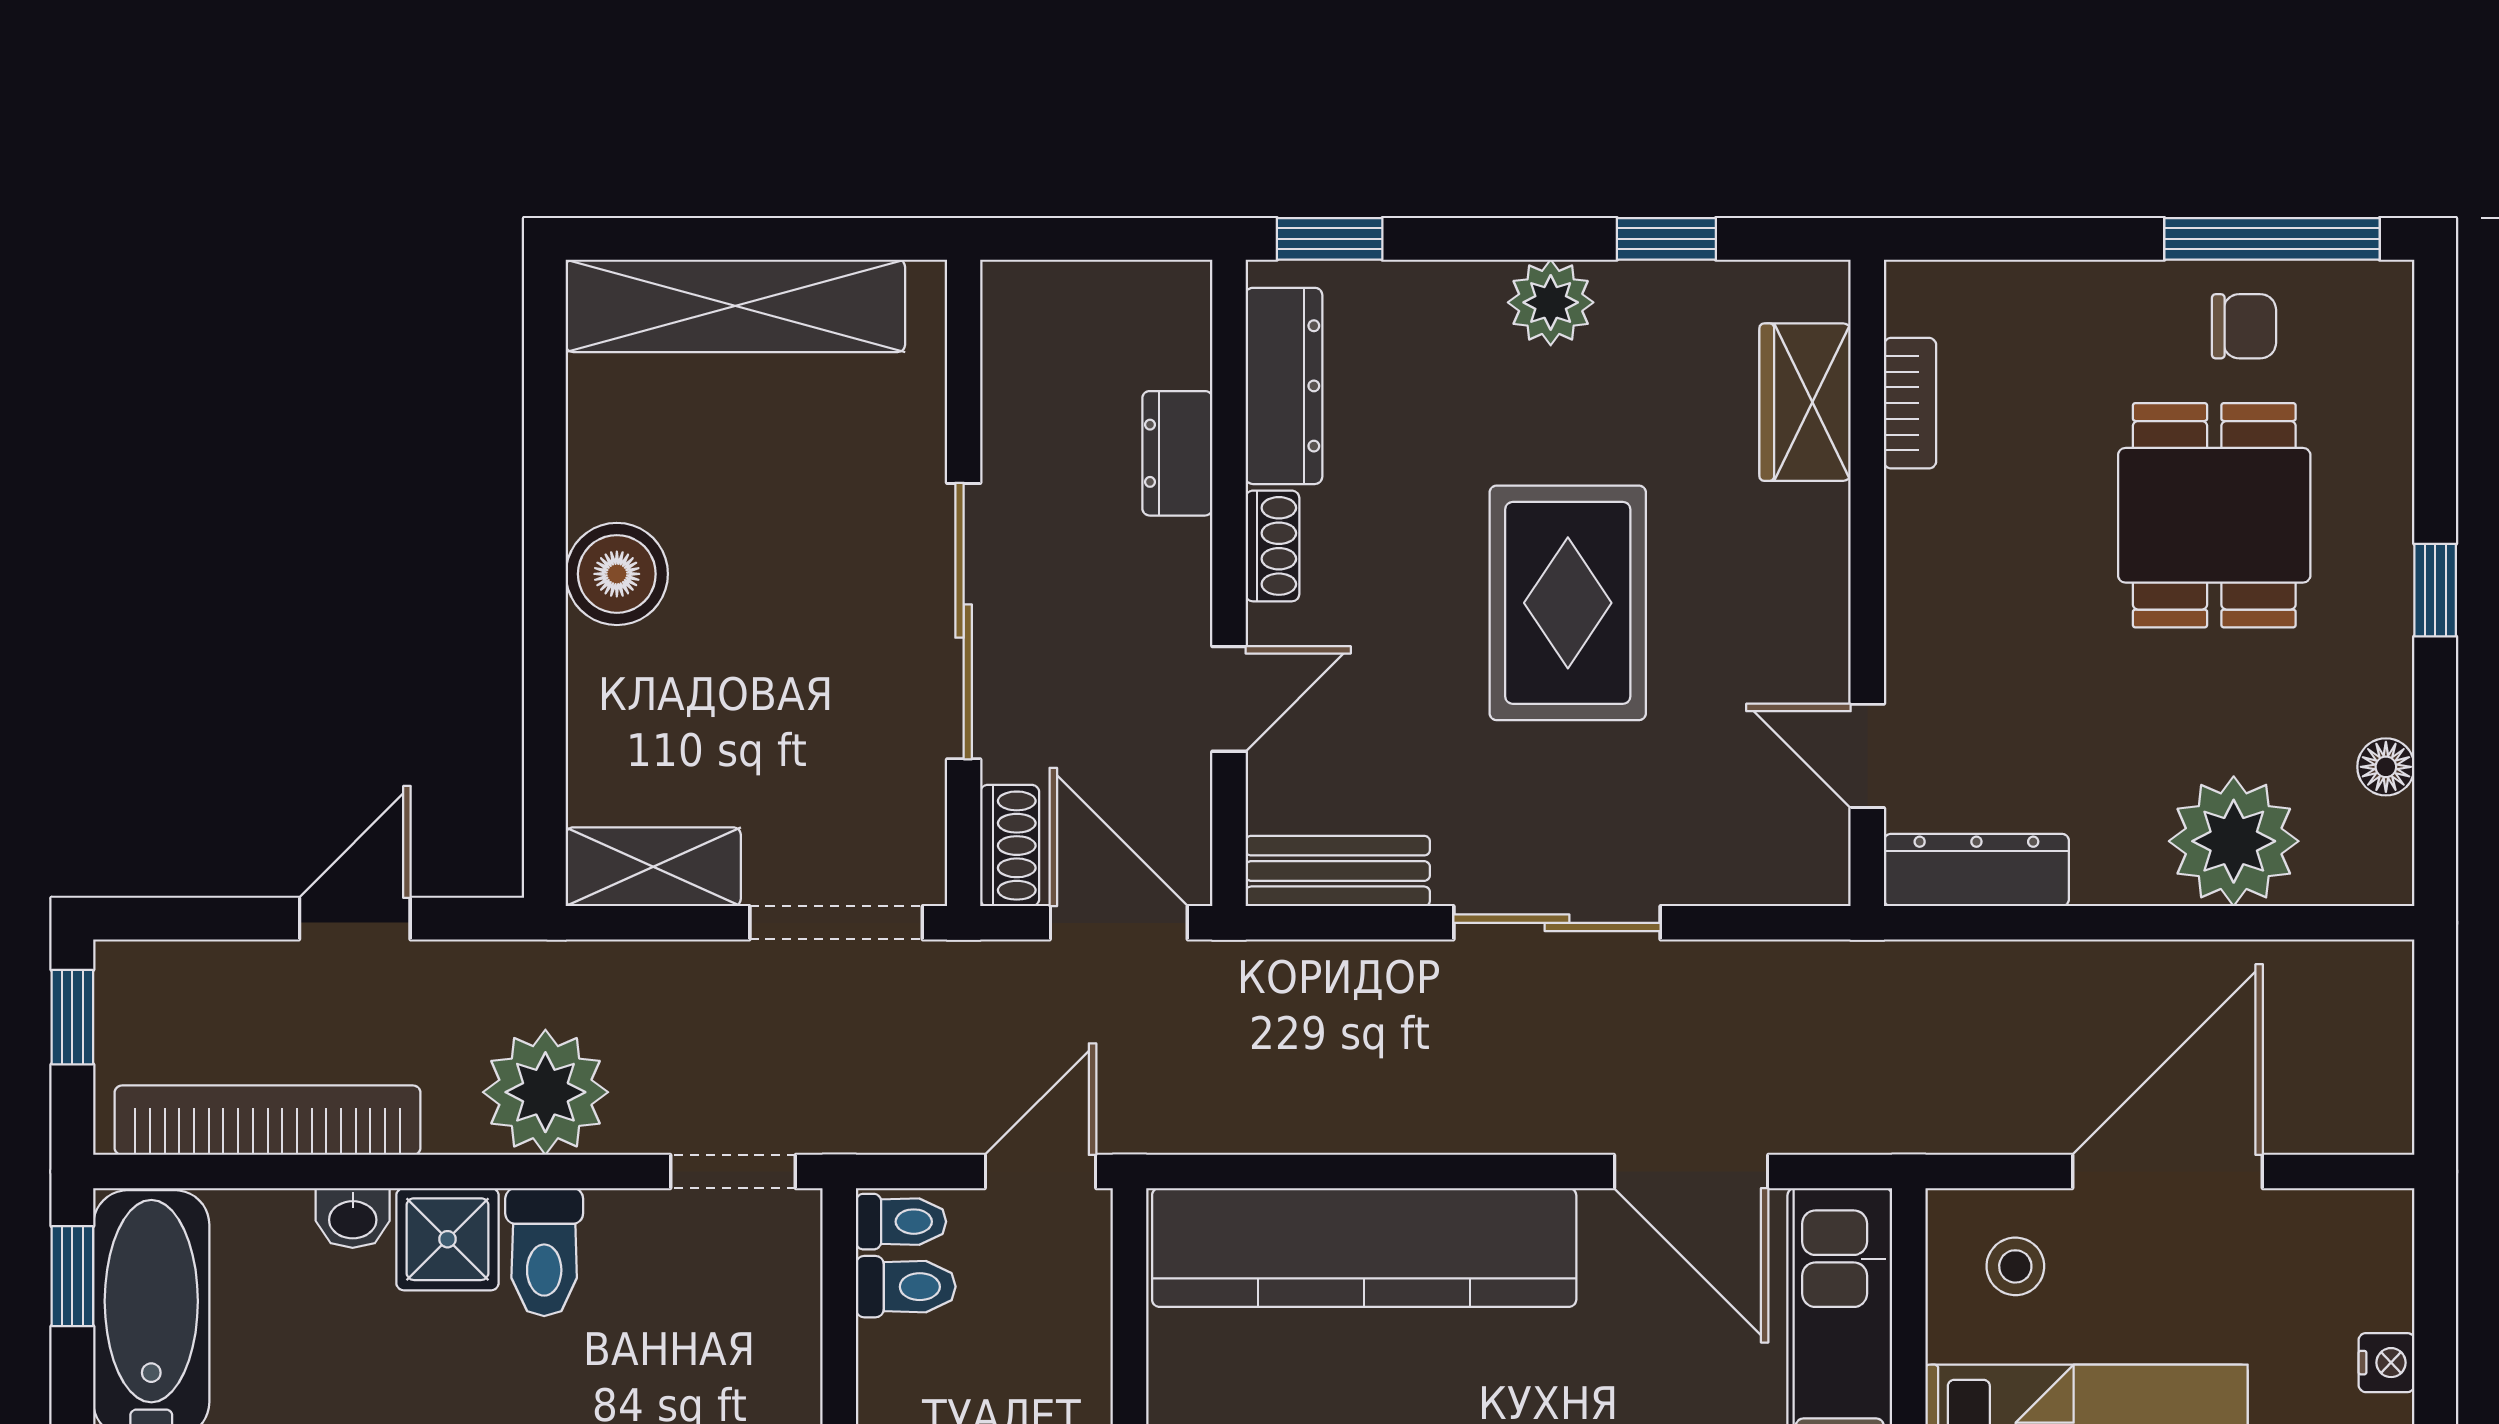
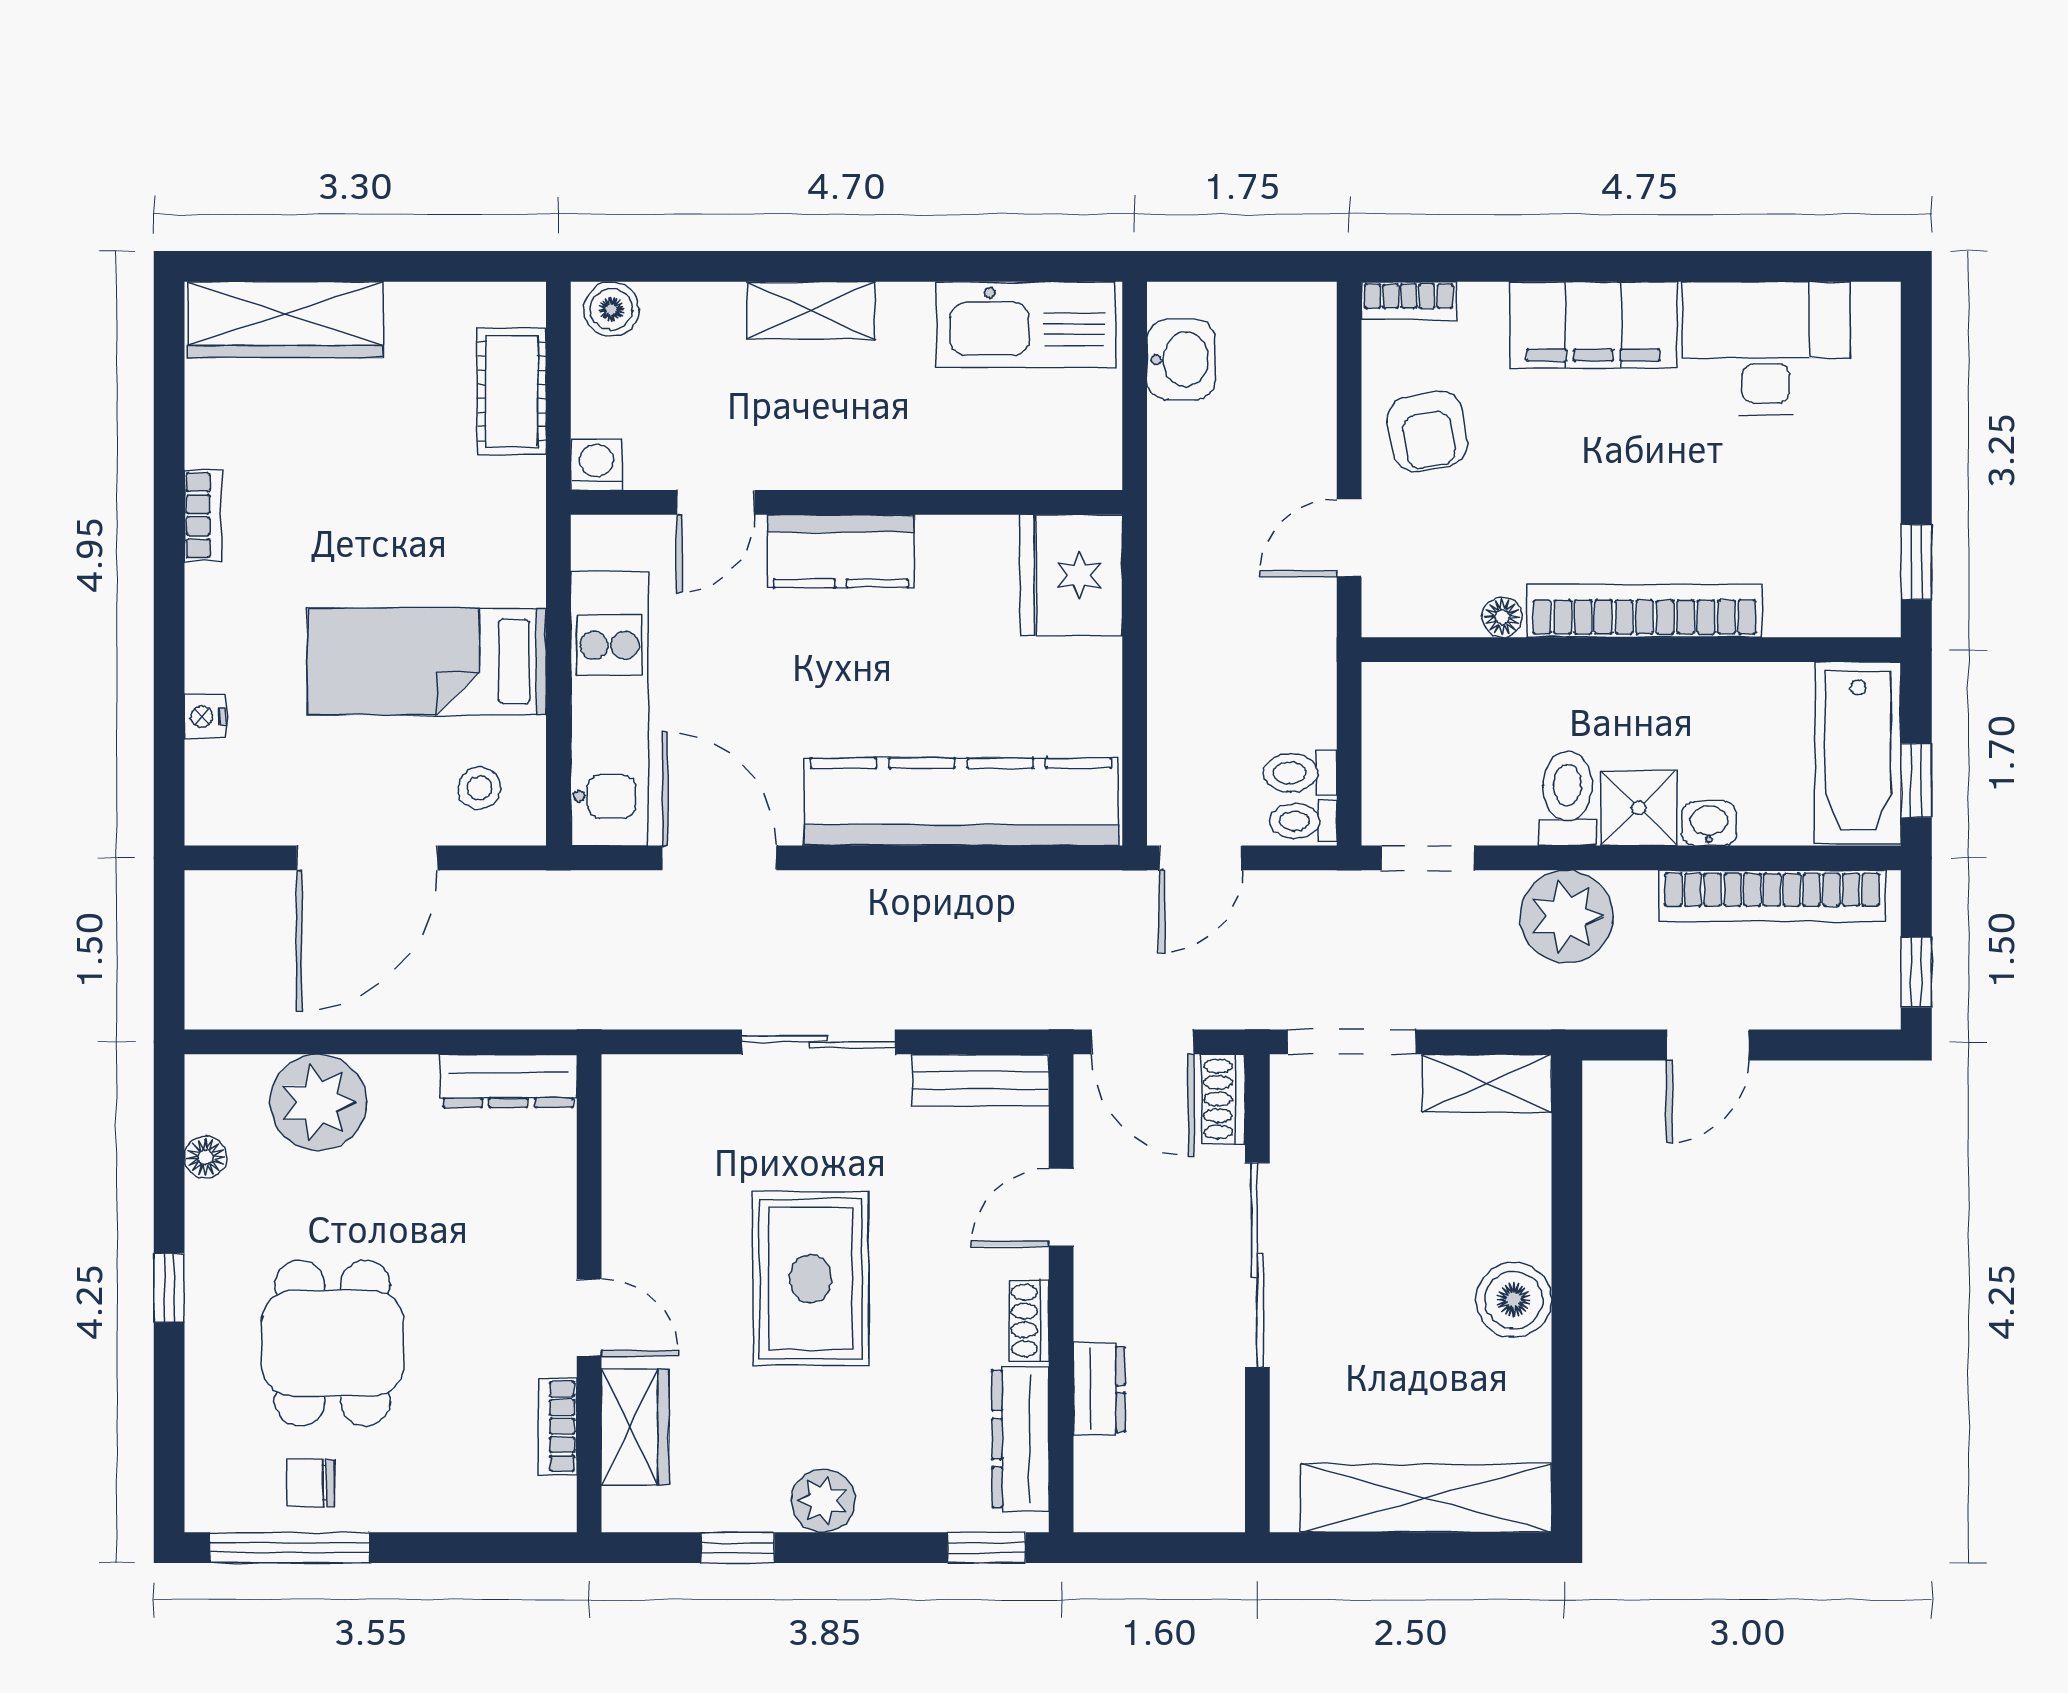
door: (1867, 756) -> (589, 1317), moved

